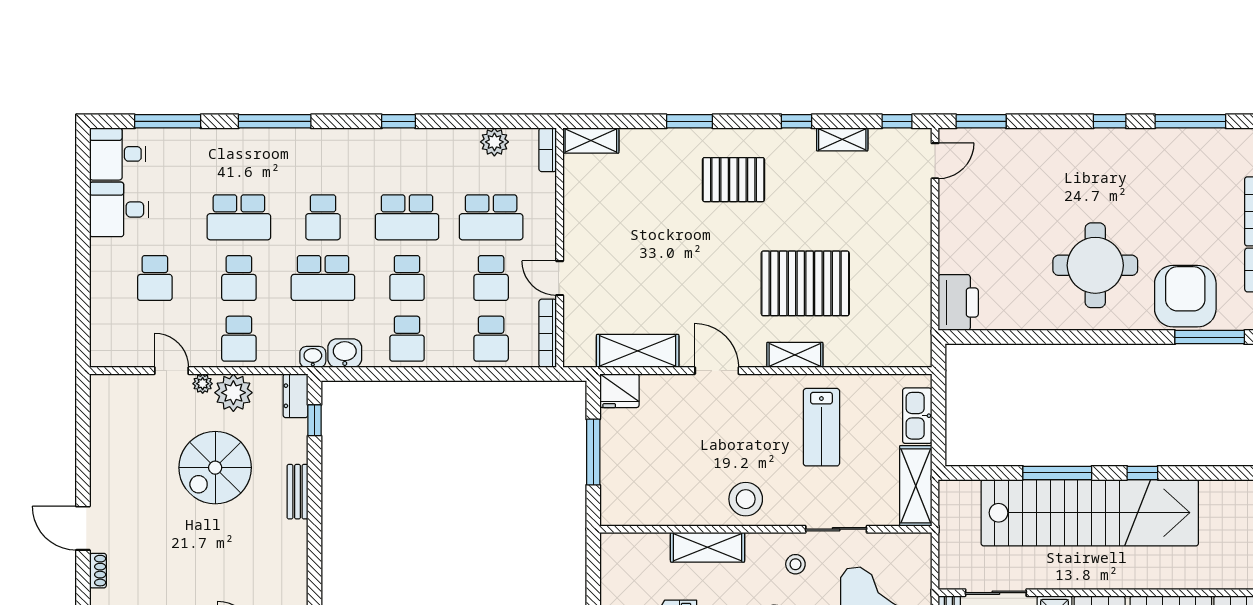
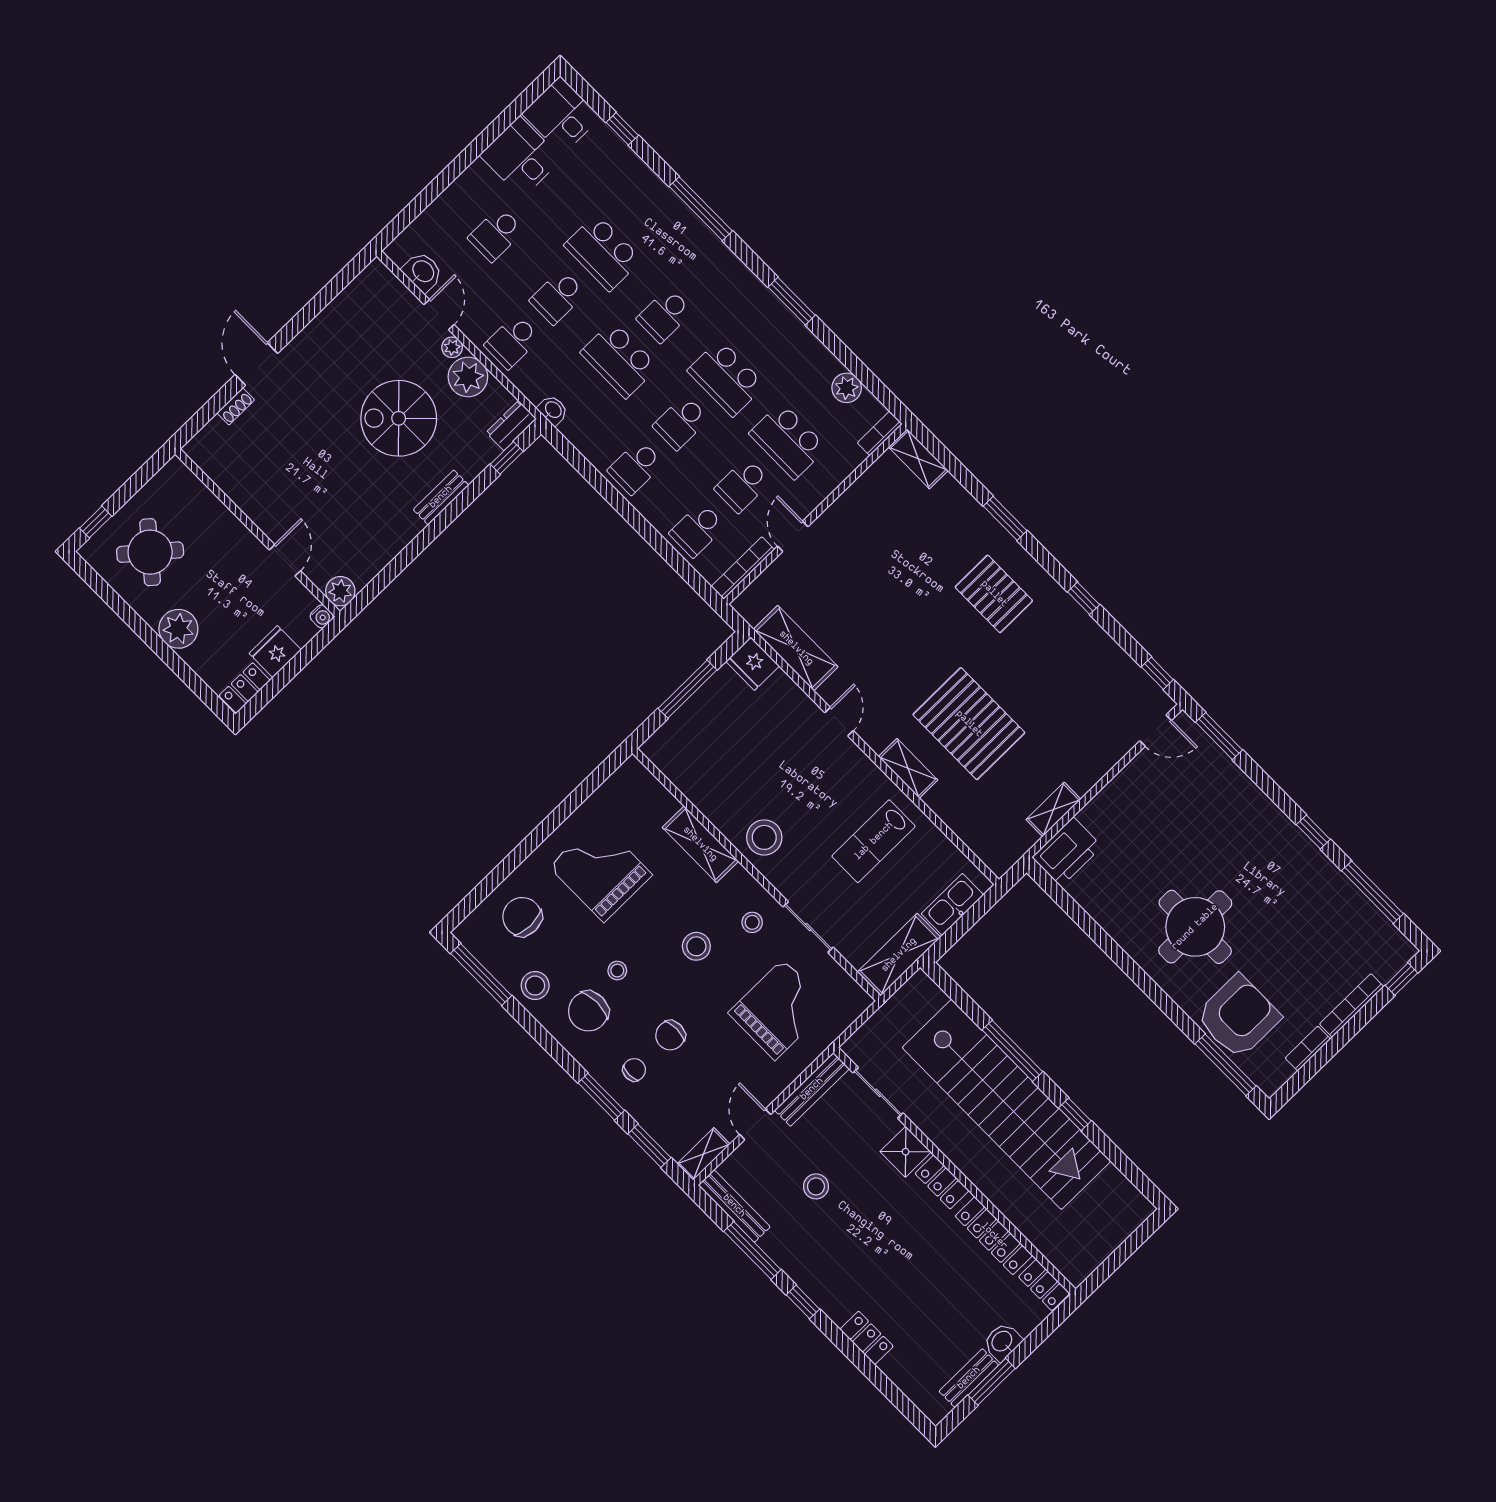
window: (168, 121) -> (622, 129), width x0.46
window: (398, 121) -> (792, 301), width x1.50
shelving: (842, 139) -> (1054, 809), moved, turned 90
washbasin: (345, 353) -> (423, 272), moved
door: (717, 371) -> (839, 722), width x0.73

